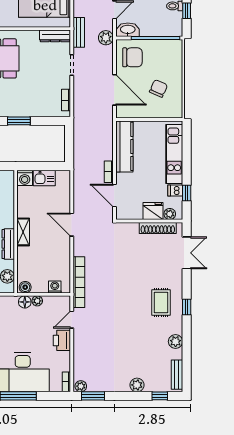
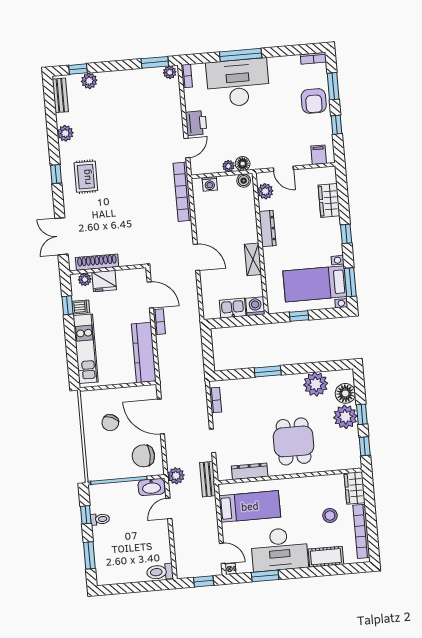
dresser: (55, 36) -> (250, 471), moved
shelving: (23, 232) -> (253, 259), moved
plant: (137, 385) -> (89, 81), moved

